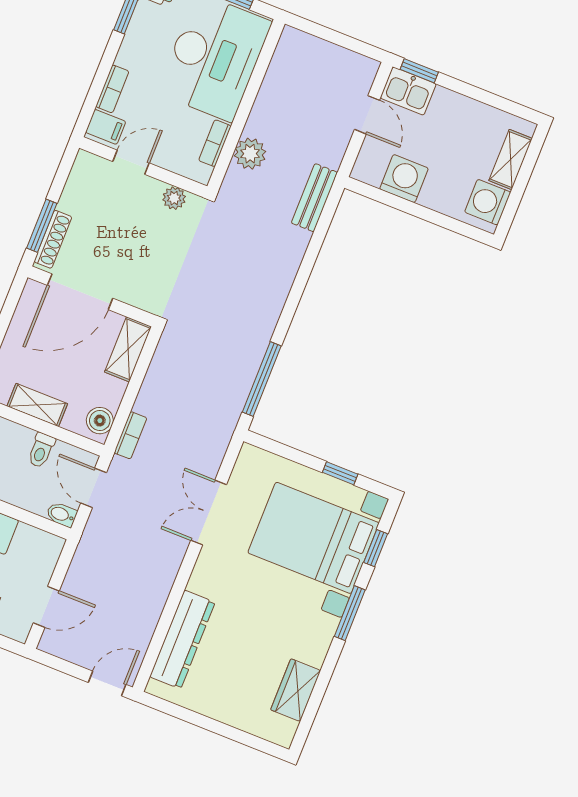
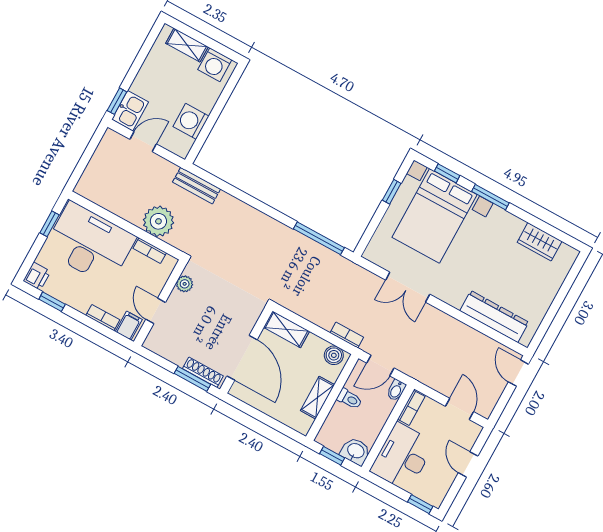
plant: (250, 154) -> (158, 221), width x1.36, depth x1.36
bookcase: (39, 539) -> (411, 408), added

